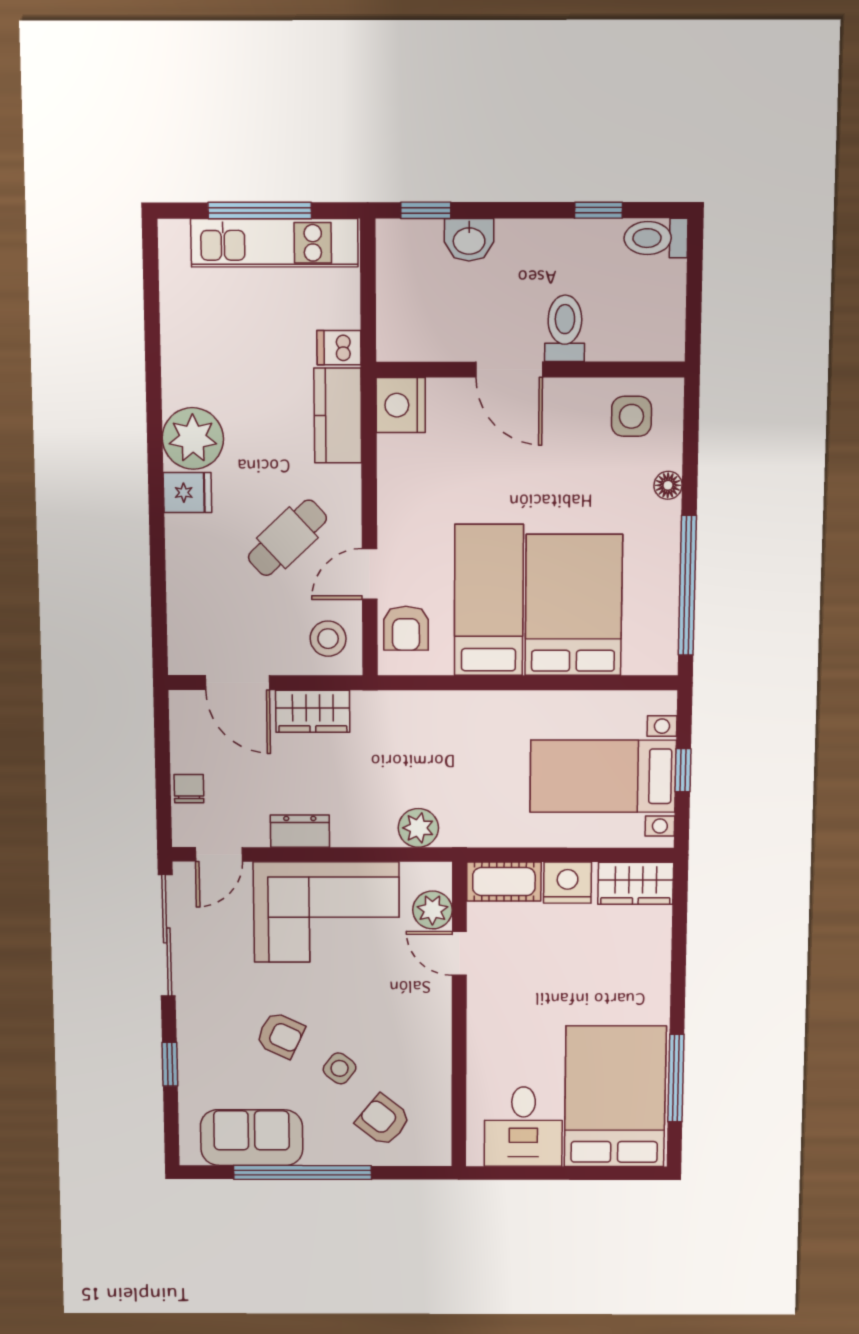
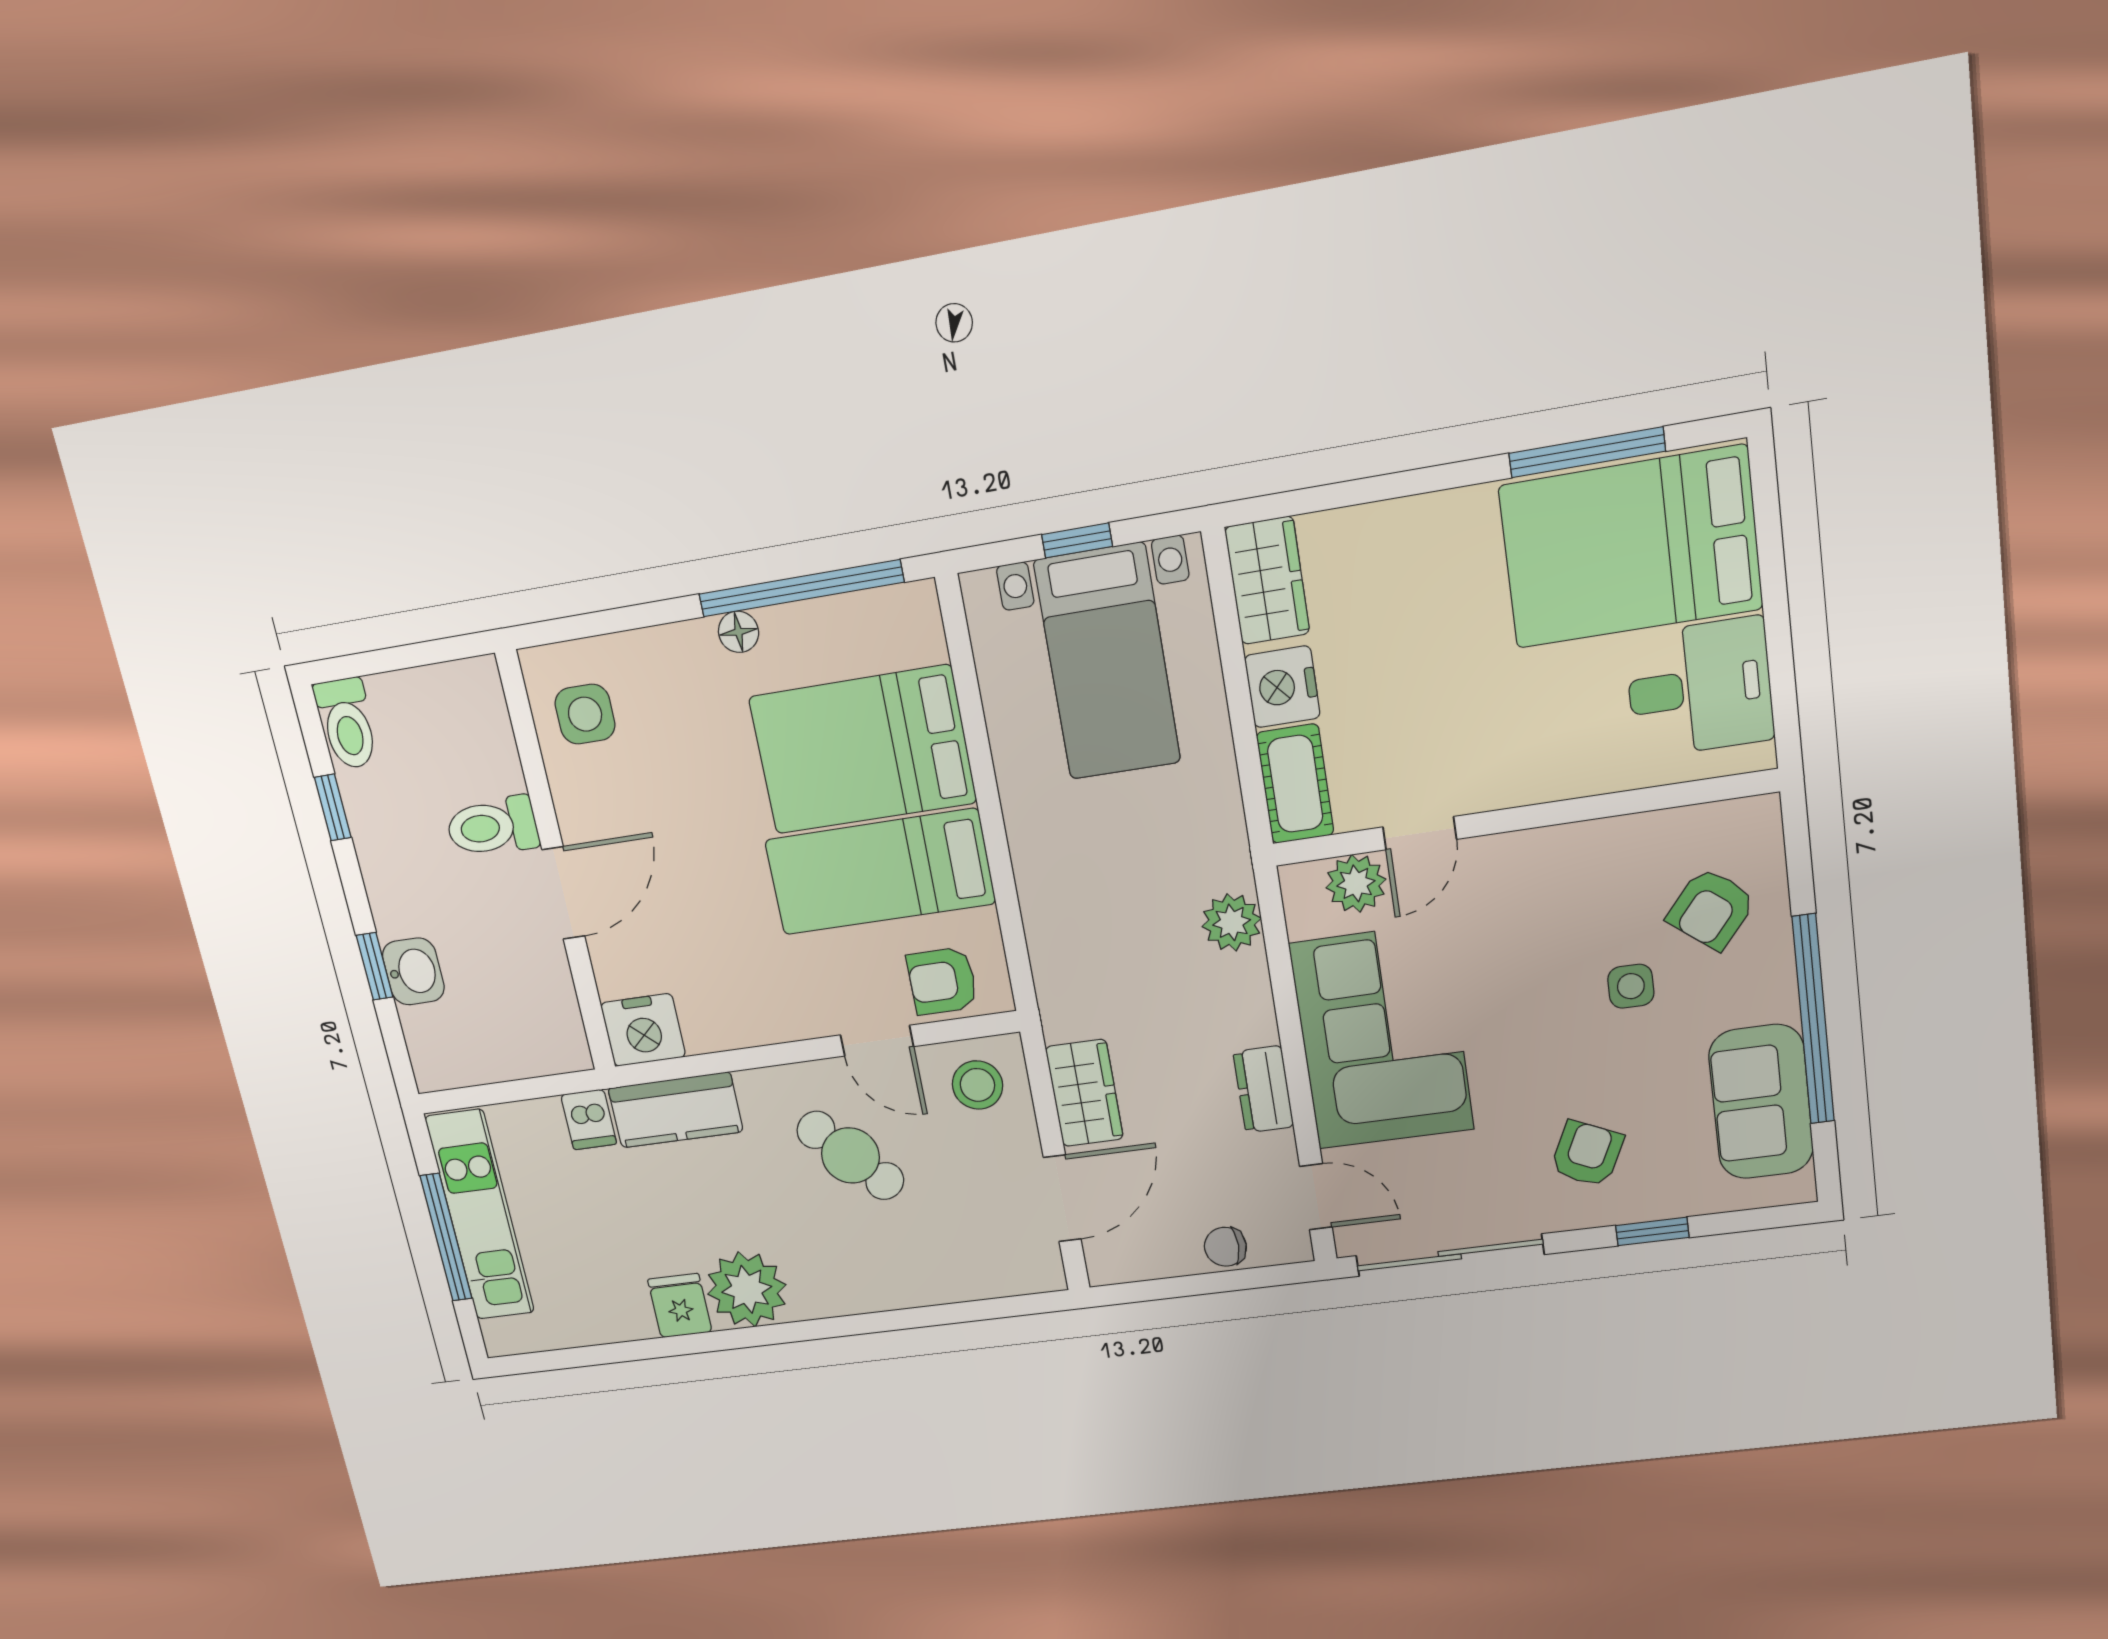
window: (426, 210) -> (375, 966), moved
floor lamp: (668, 485) -> (738, 632), moved
fridge: (187, 493) -> (680, 1306), moved
armchair: (406, 628) -> (942, 981), turned 180
armchair: (280, 1035) -> (1587, 1154), moved
side table: (340, 1068) -> (1631, 986), turned -38

